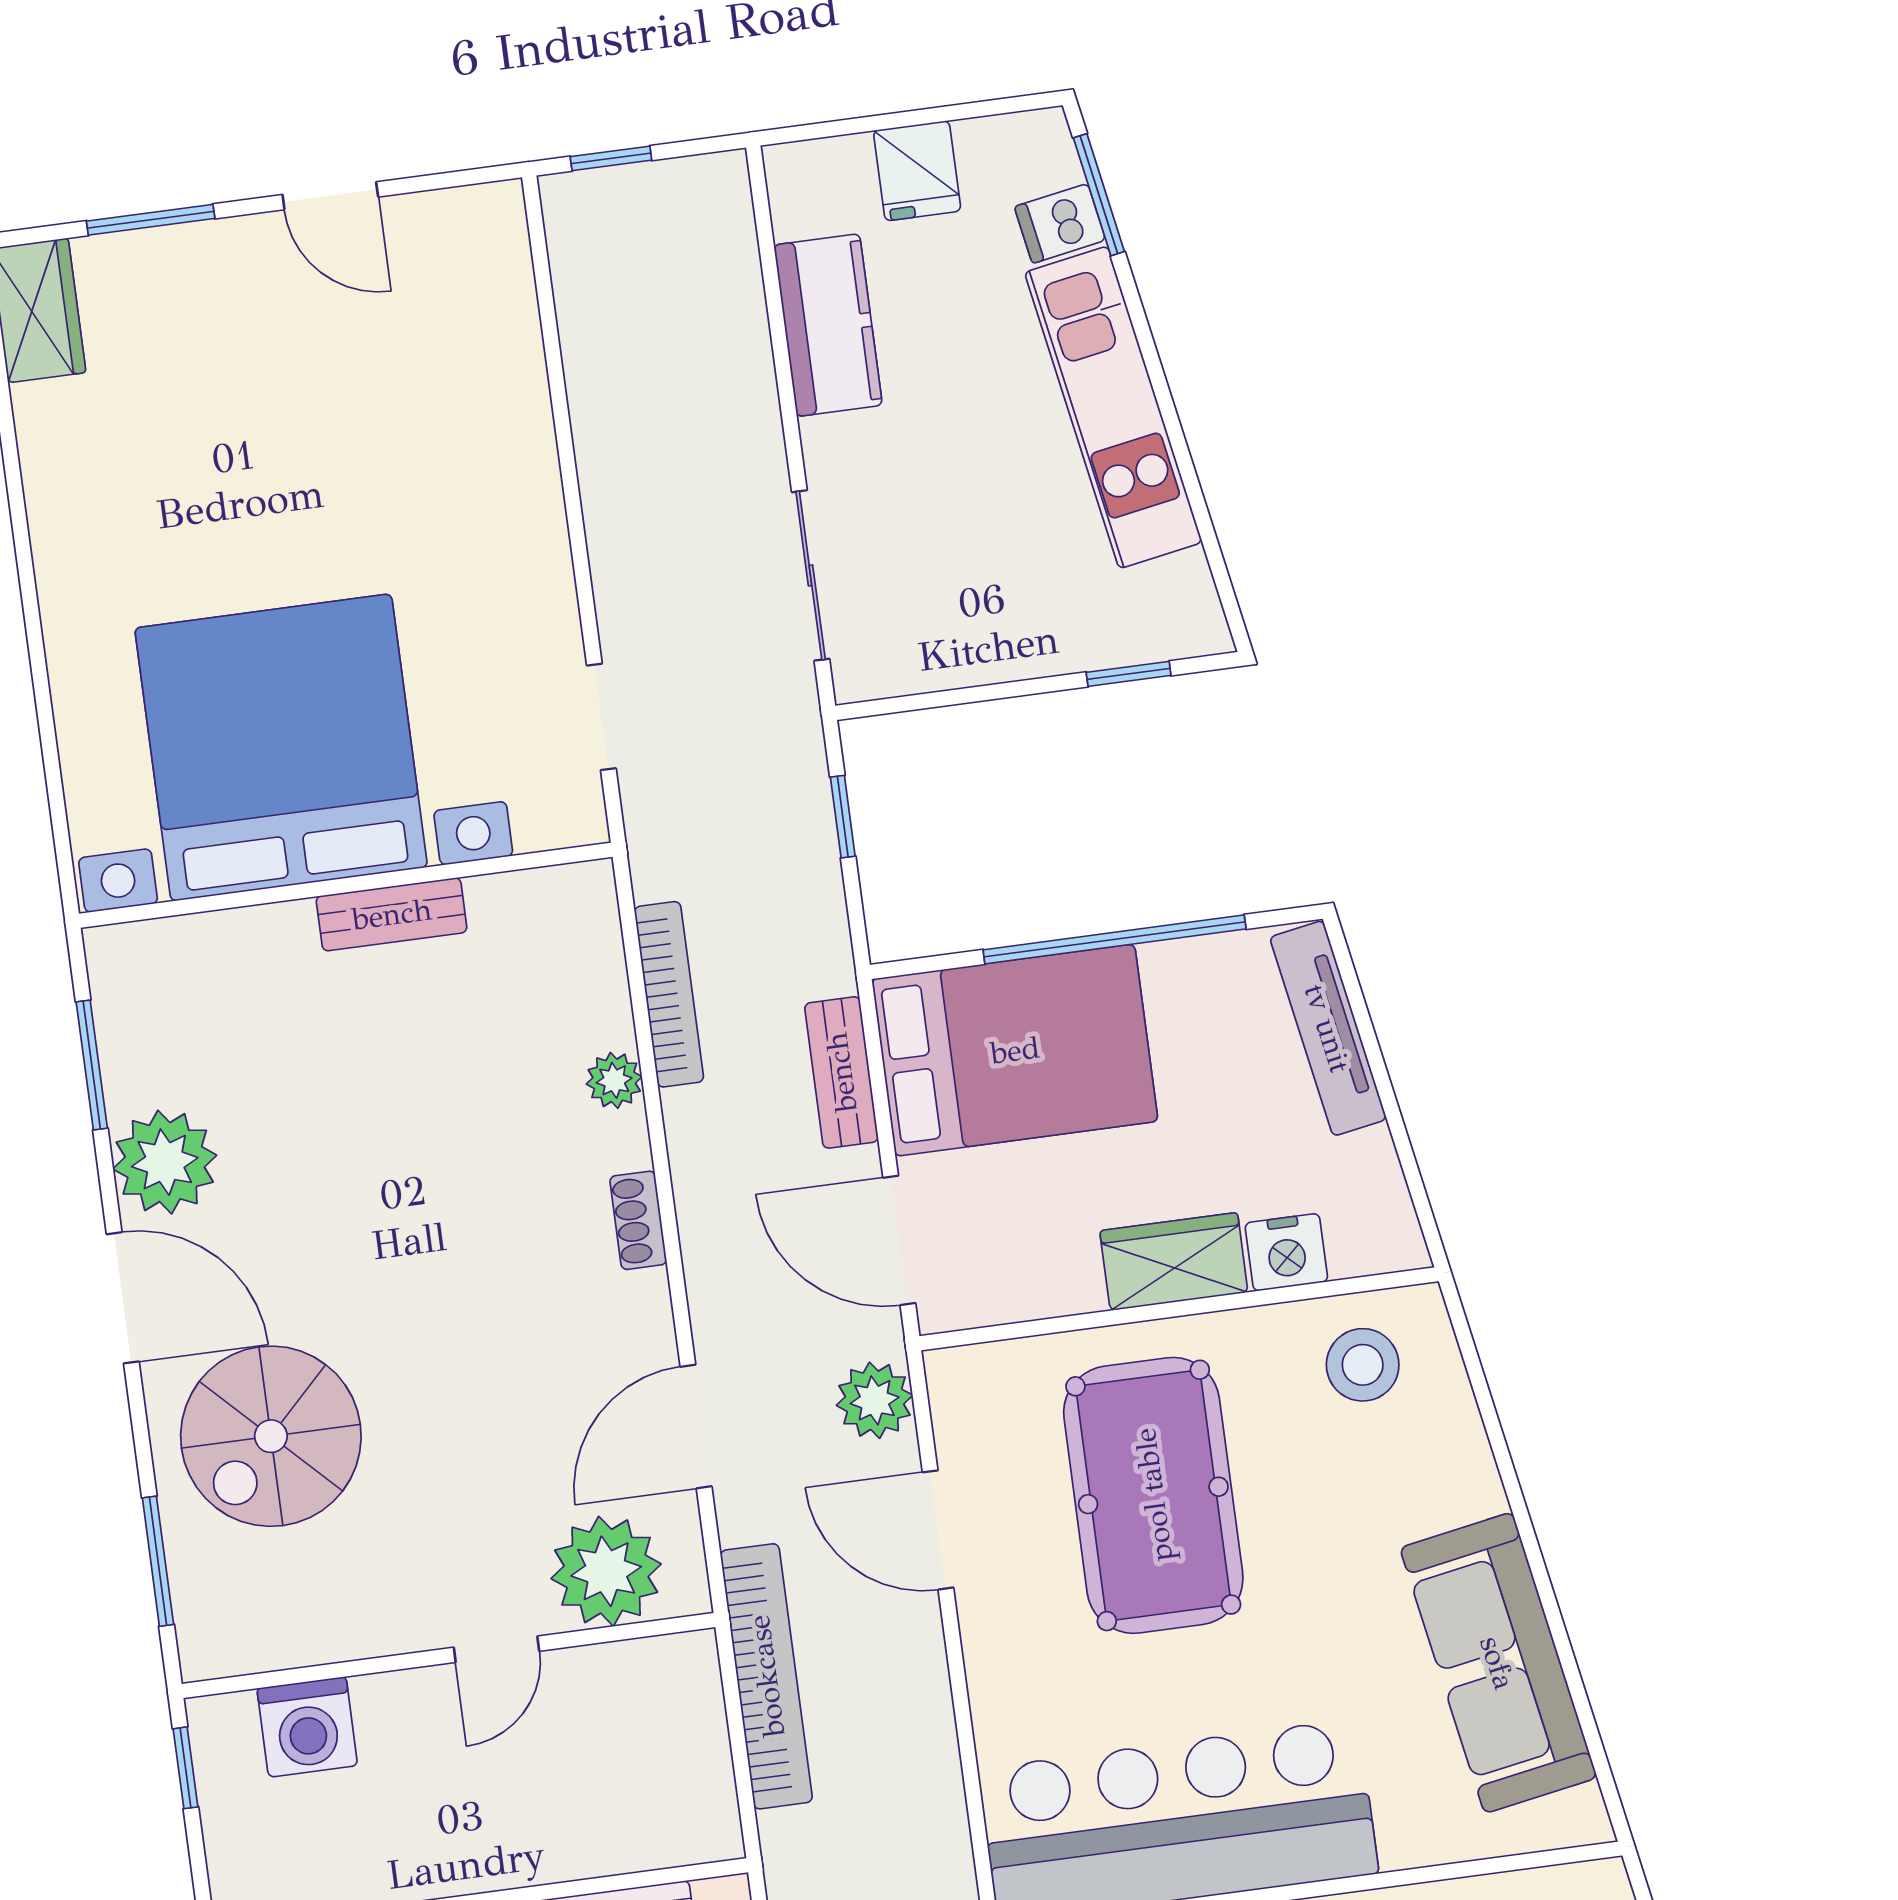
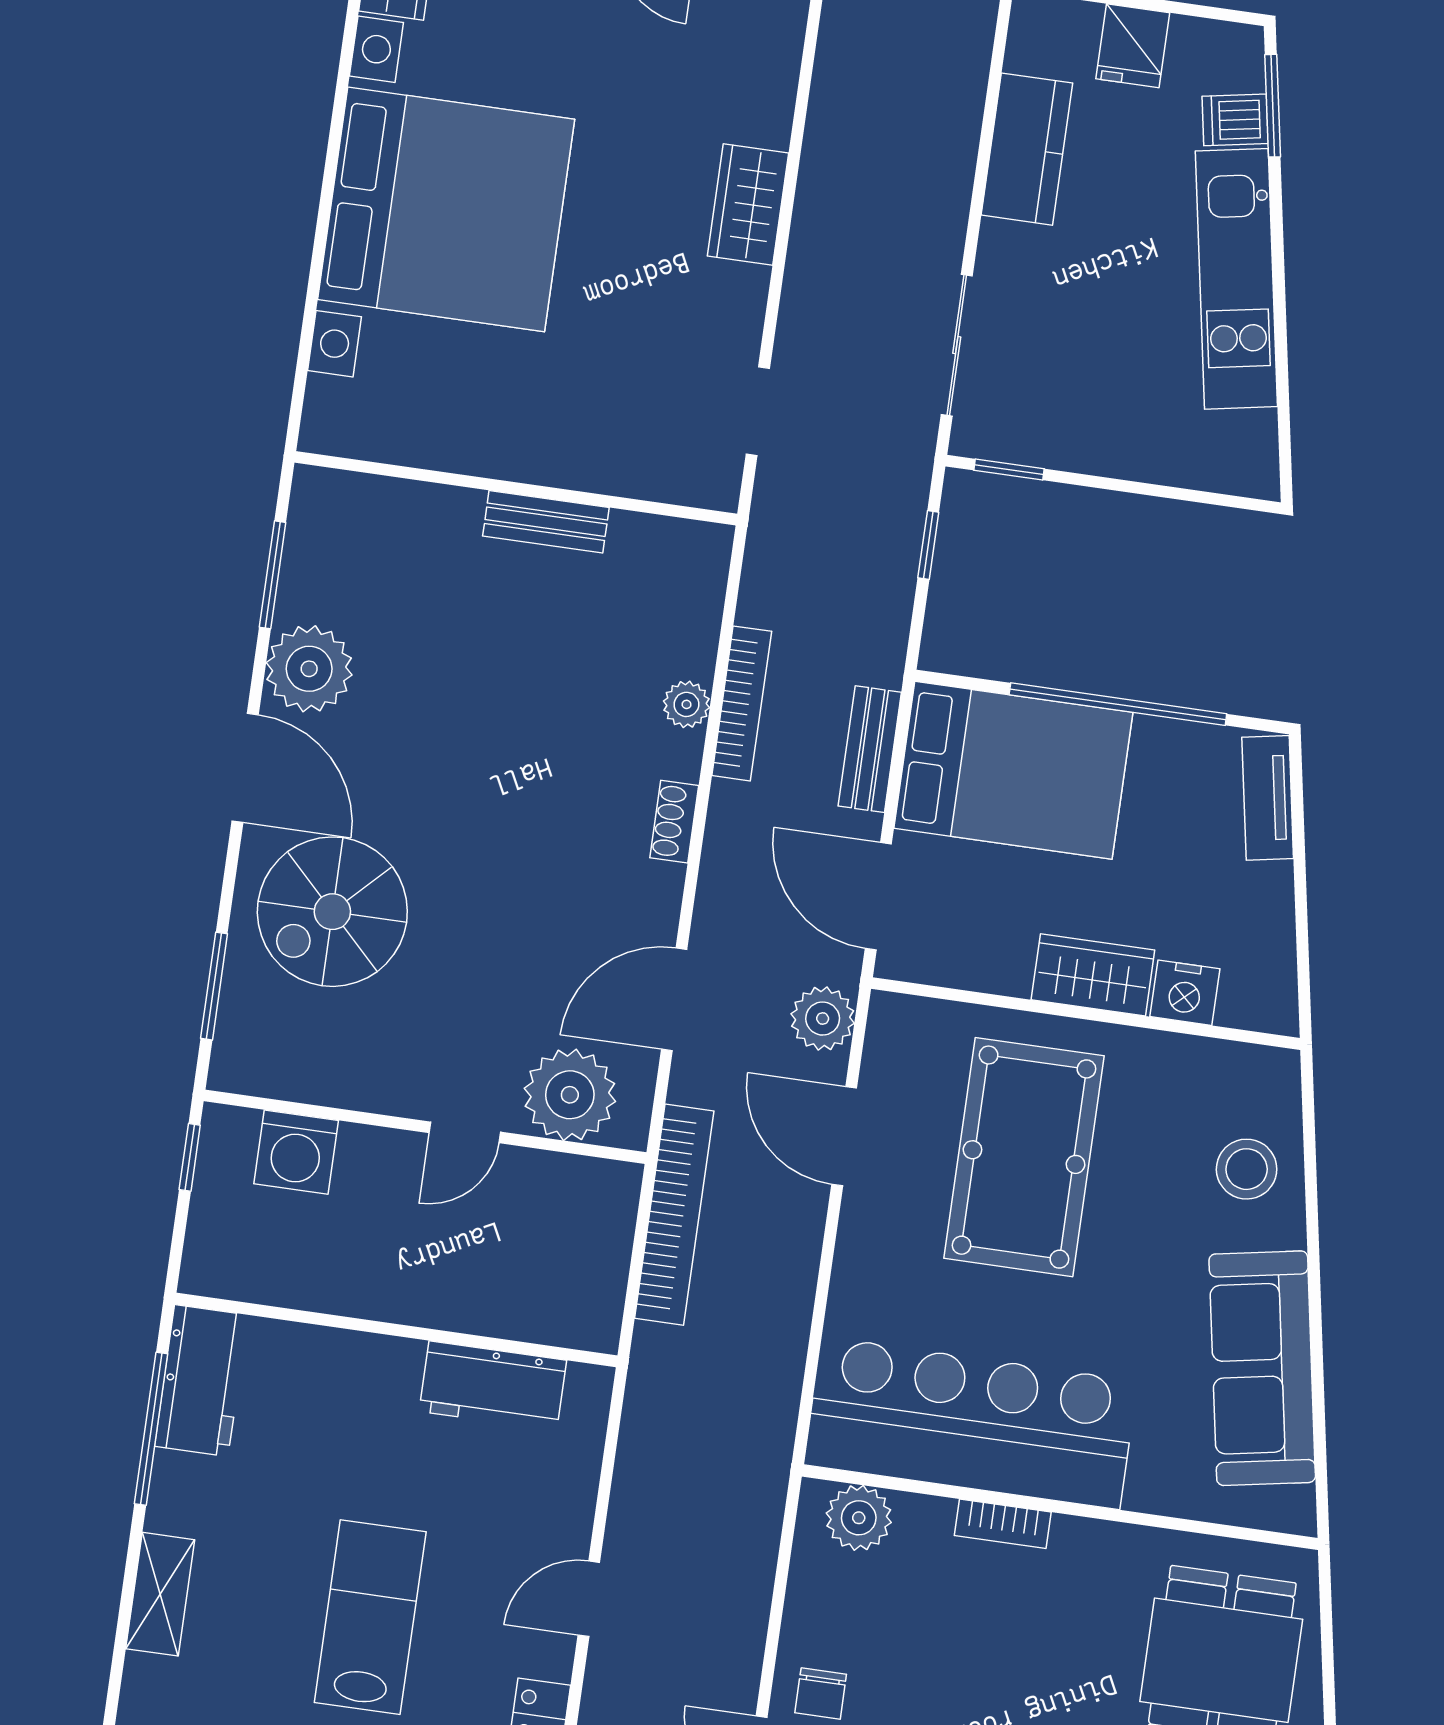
wardrobe: (523, 480) -> (748, 204), added
window: (1129, 674) -> (1009, 470), moved
bed with nightstands: (281, 747) -> (446, 209), moved, turned 90
bookcase: (669, 994) -> (742, 703), moved
tv unit: (1328, 1028) -> (1268, 798), width x0.71
stool: (1363, 1365) -> (1247, 1169), moved

